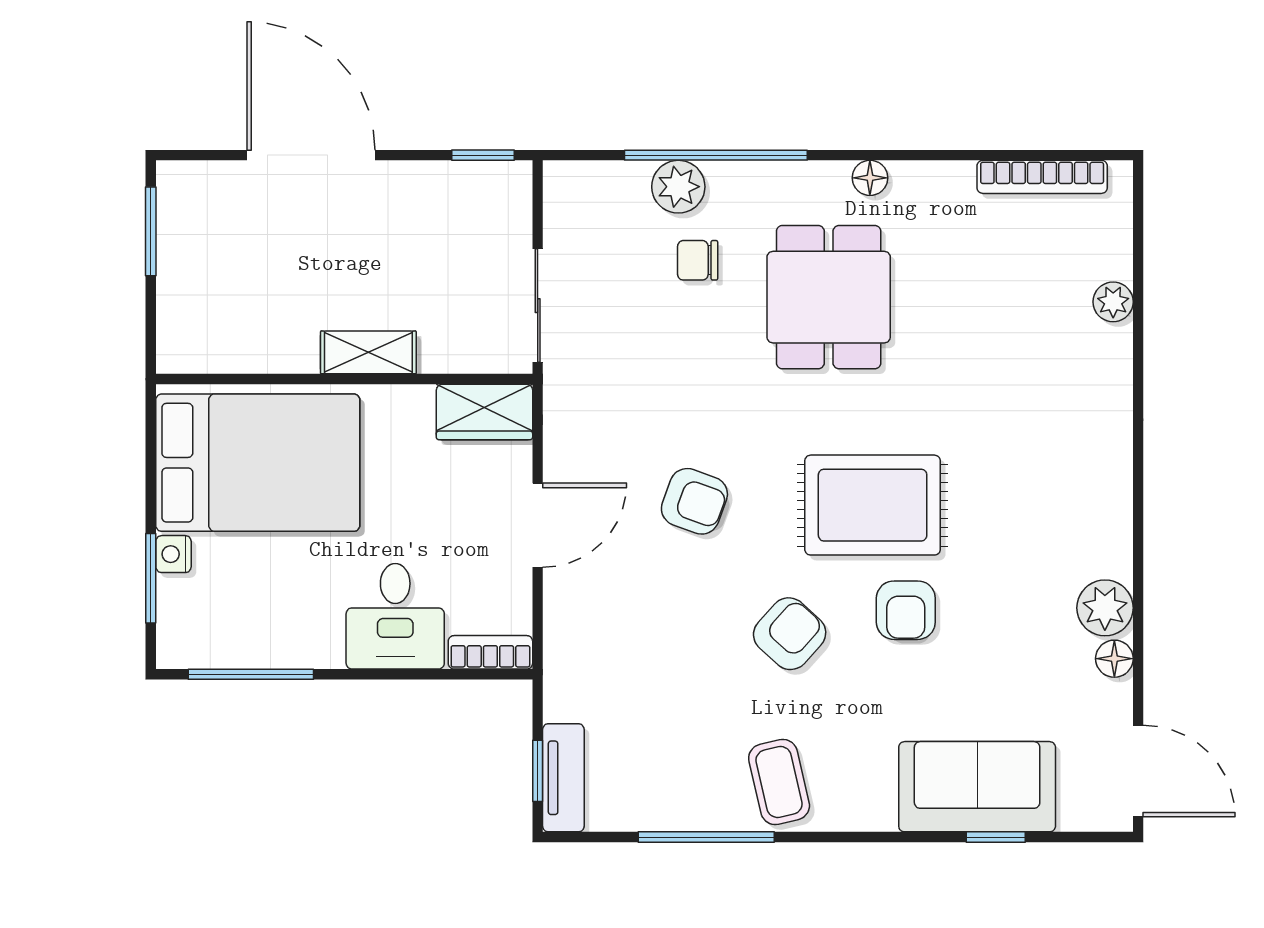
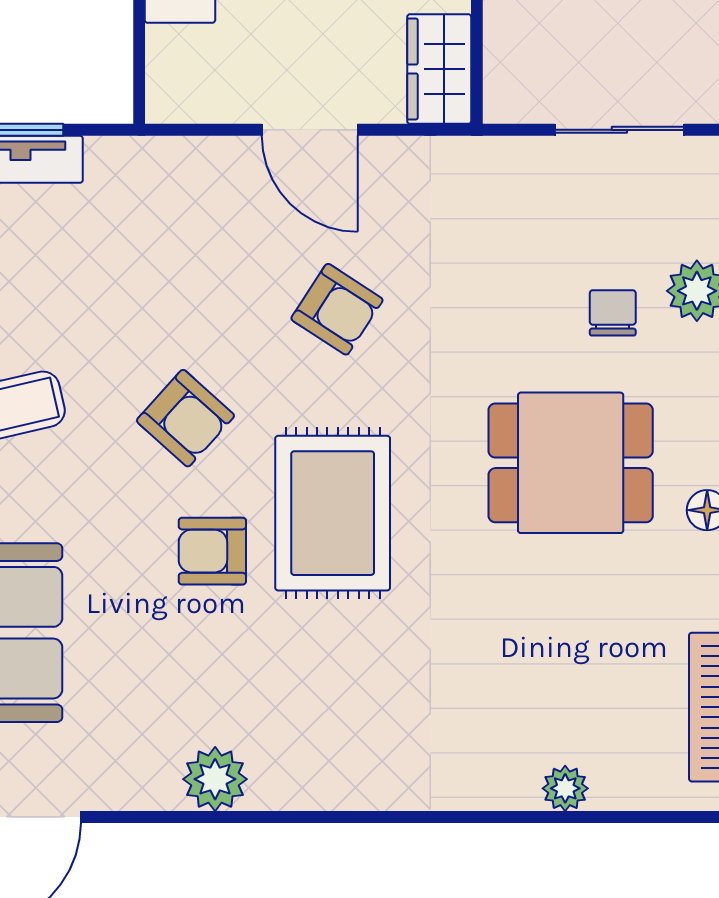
sliding door: (538, 306) -> (619, 130), moved
armchair: (694, 501) -> (337, 309), turned -77
bookcase: (490, 652) -> (164, 76), removed
floor lamp: (1114, 659) -> (157, 790), removed

